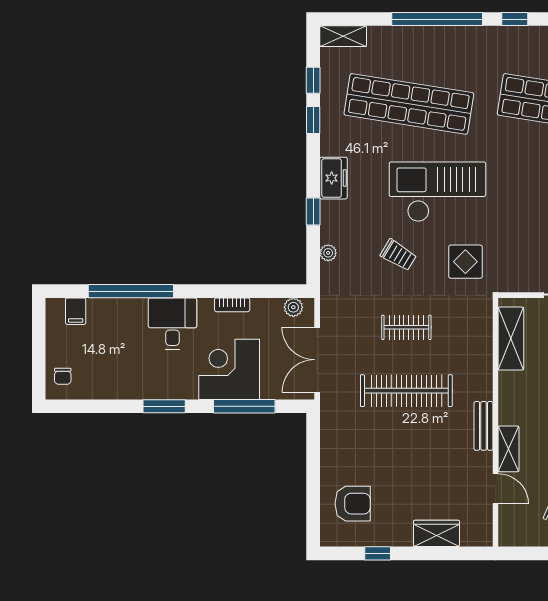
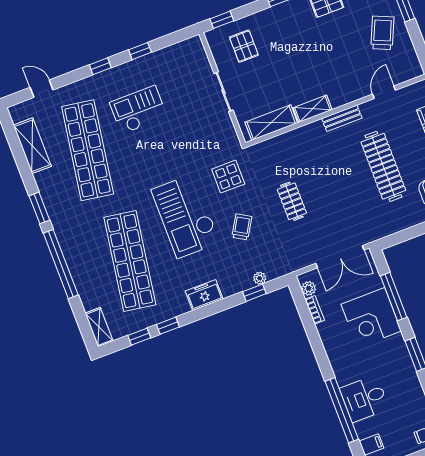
window: (515, 19) -> (39, 208), width x1.50
window: (313, 211) -> (254, 293), moved
bookcase: (232, 305) -> (315, 310), moved
desk: (173, 324) -> (364, 399), moved
clothes rail: (406, 391) -> (383, 166), moved
shelving: (509, 449) -> (313, 109), moved

